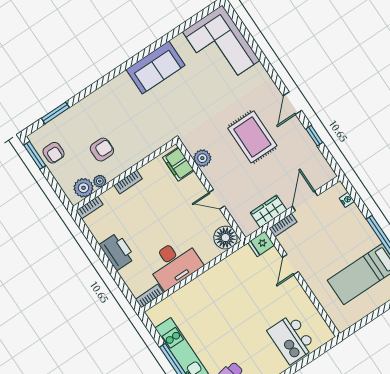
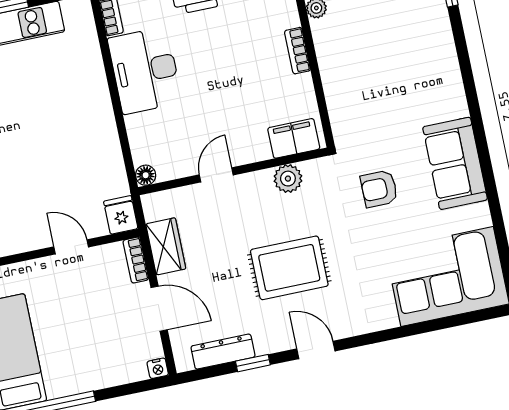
armchair: (102, 150) -> (379, 189), moved, turned 90
dresser: (315, 155) -> (223, 352), added
nightstand: (347, 200) -> (158, 368), moved
floor lamp: (225, 238) -> (146, 175), width x0.53, depth x0.53

